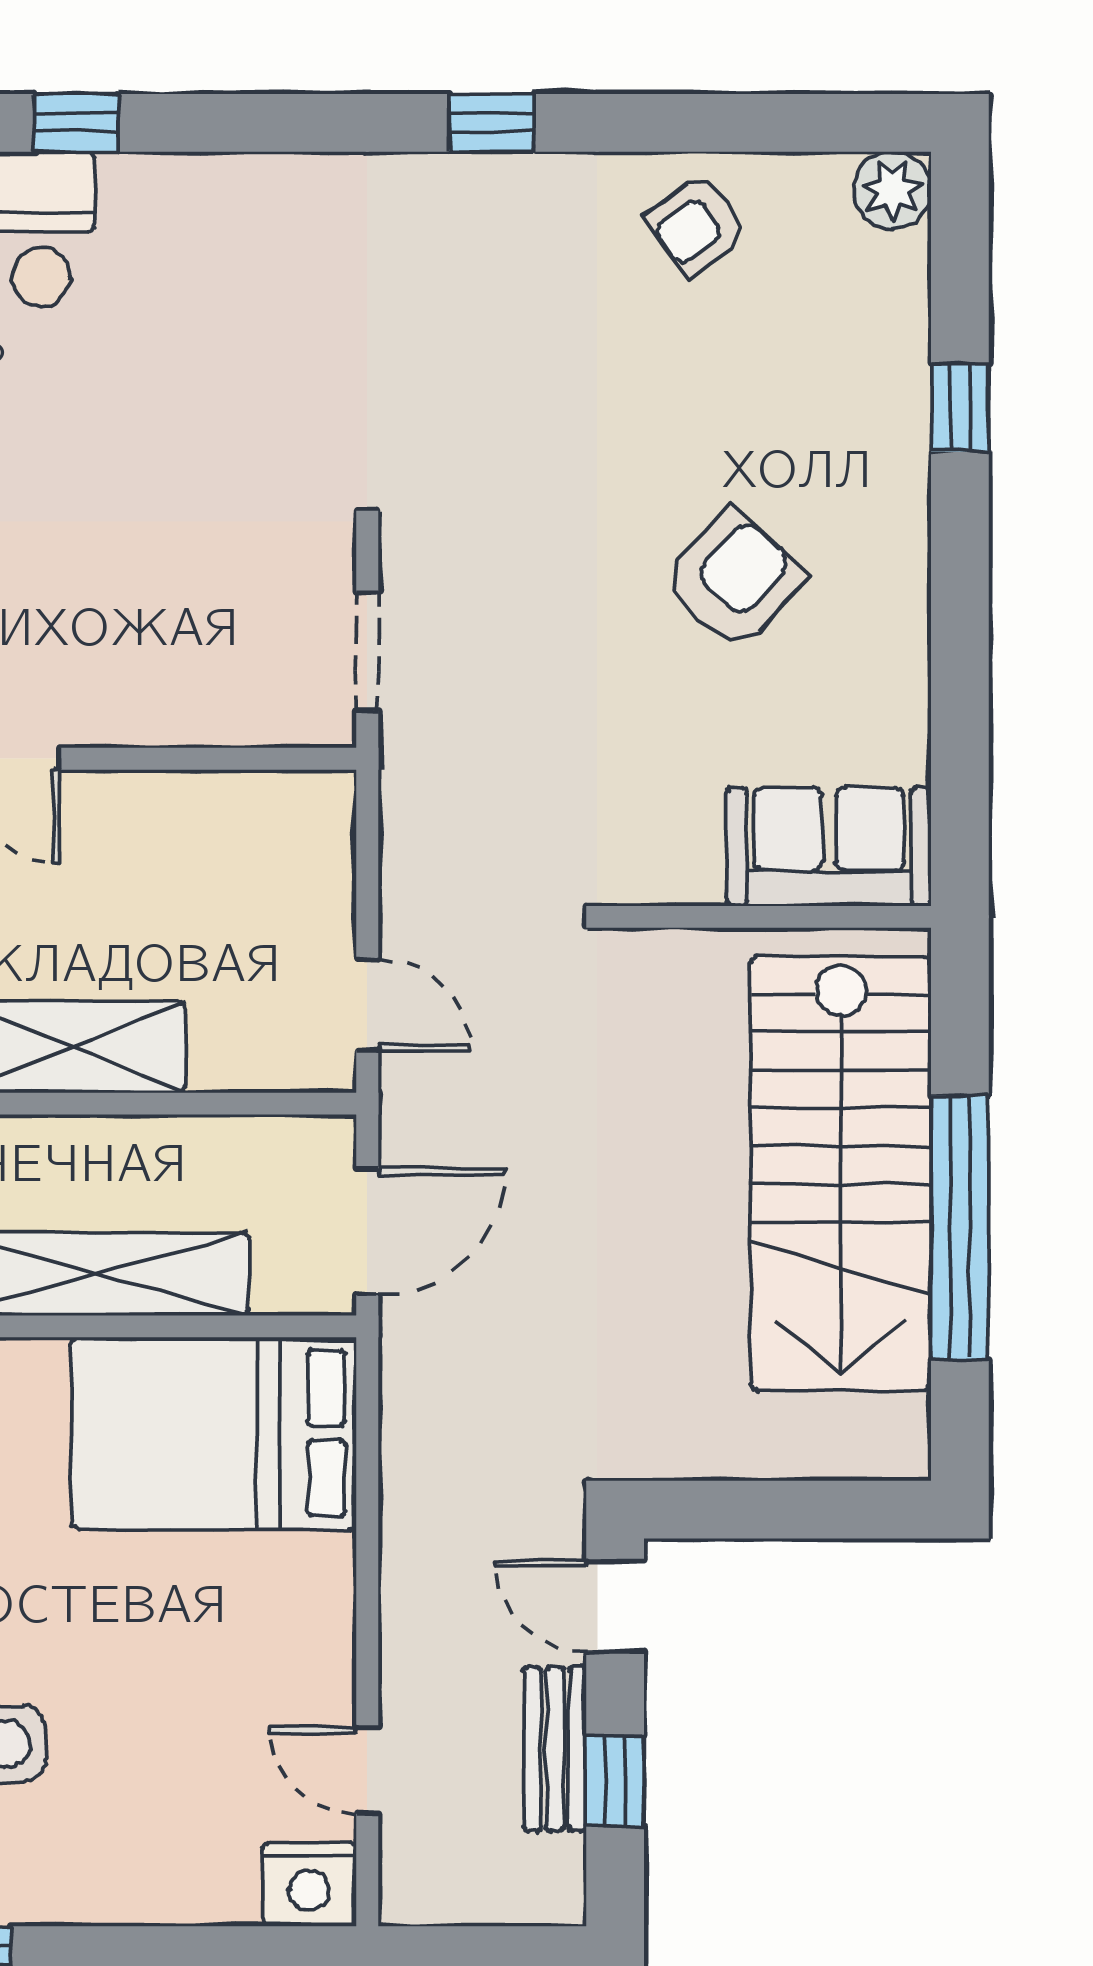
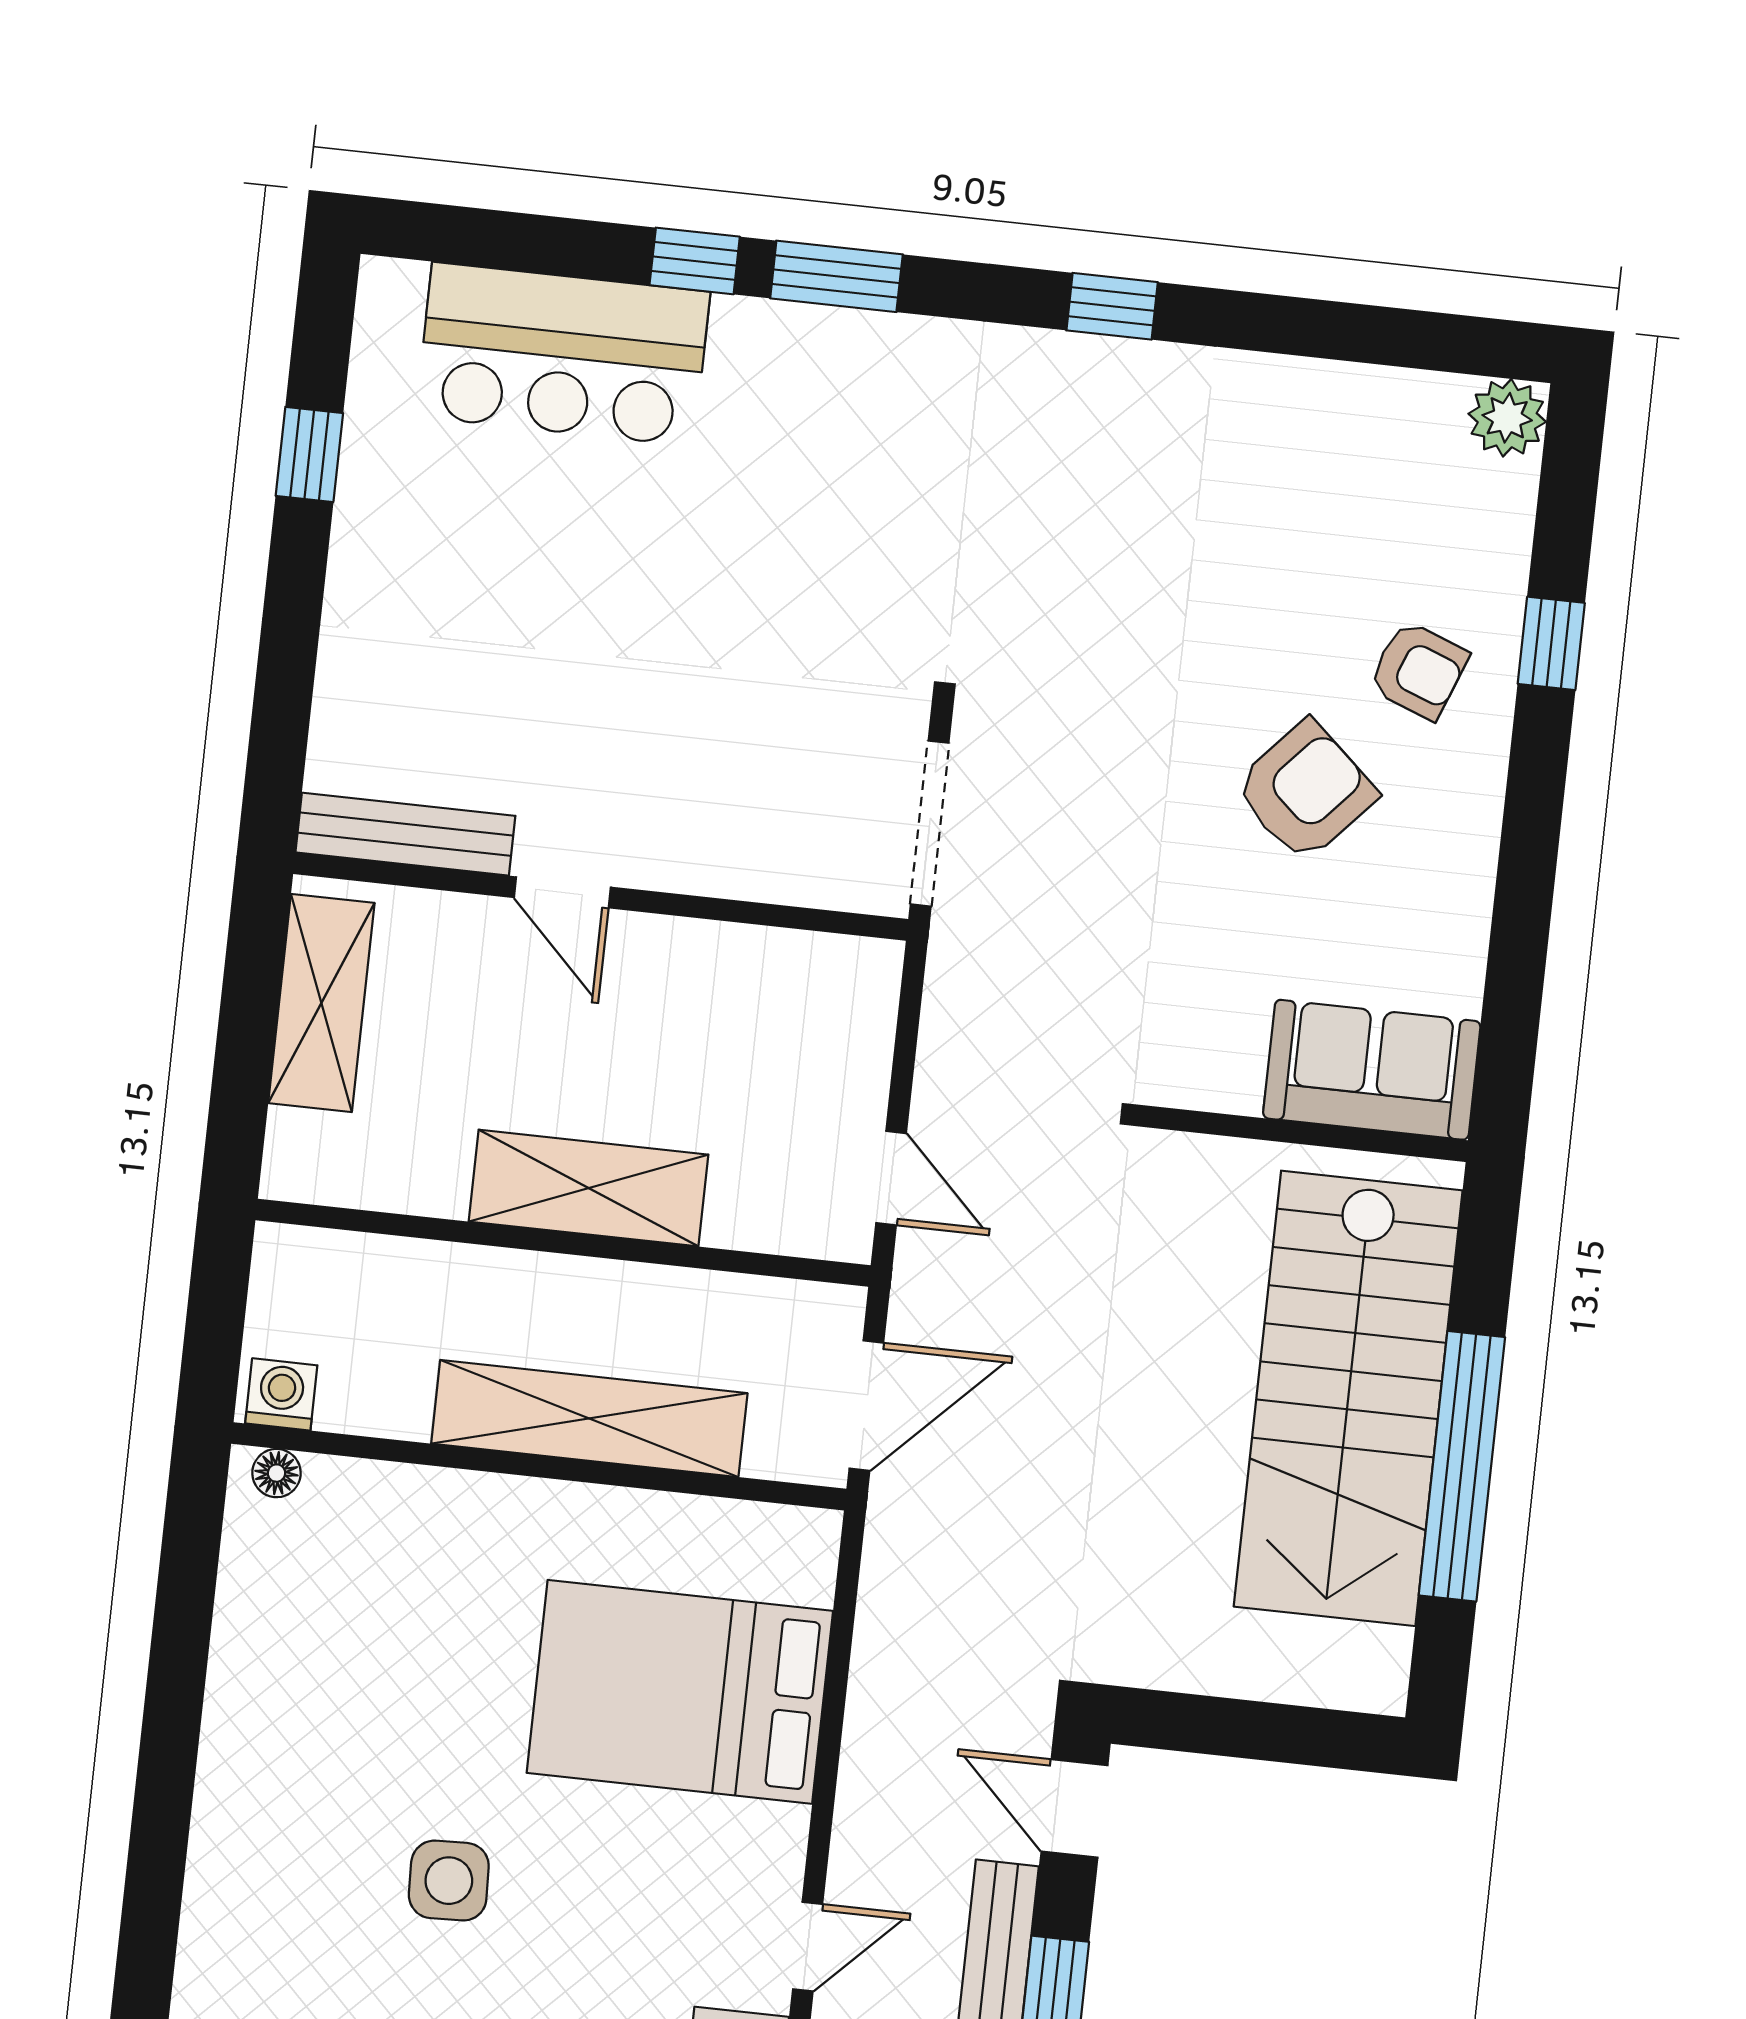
window: (217, 123) -> (836, 276), added
armchair: (697, 225) -> (1418, 670), moved, turned -123
doorway: (367, 652) -> (930, 824), width x1.38
bed: (214, 1433) -> (680, 1692), moved
door: (367, 1771) -> (808, 1947), swing flipped

